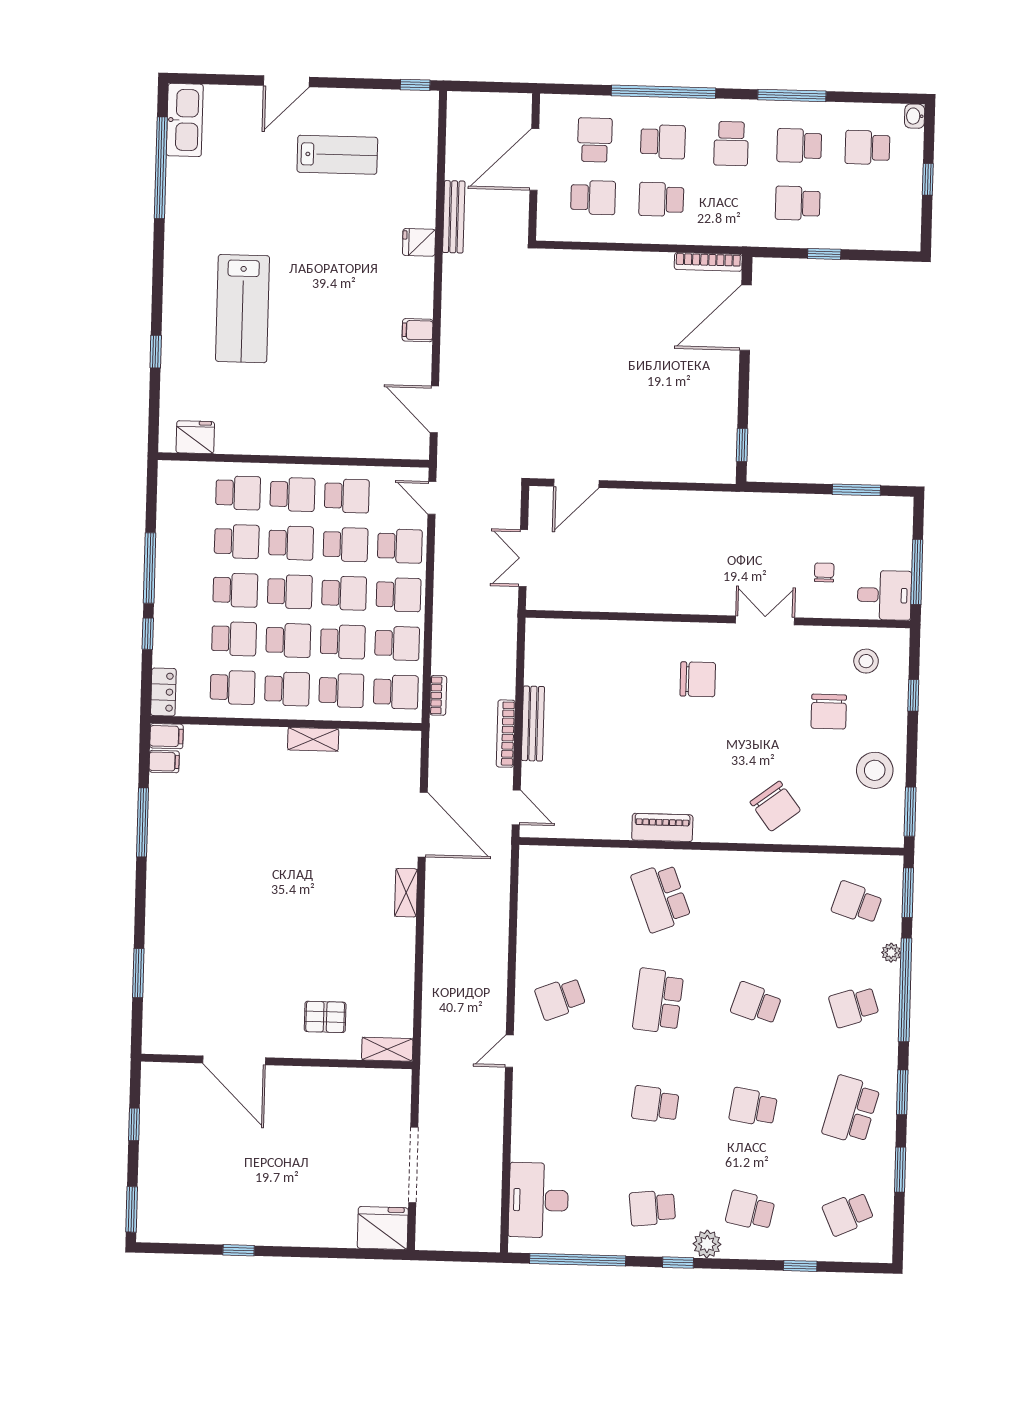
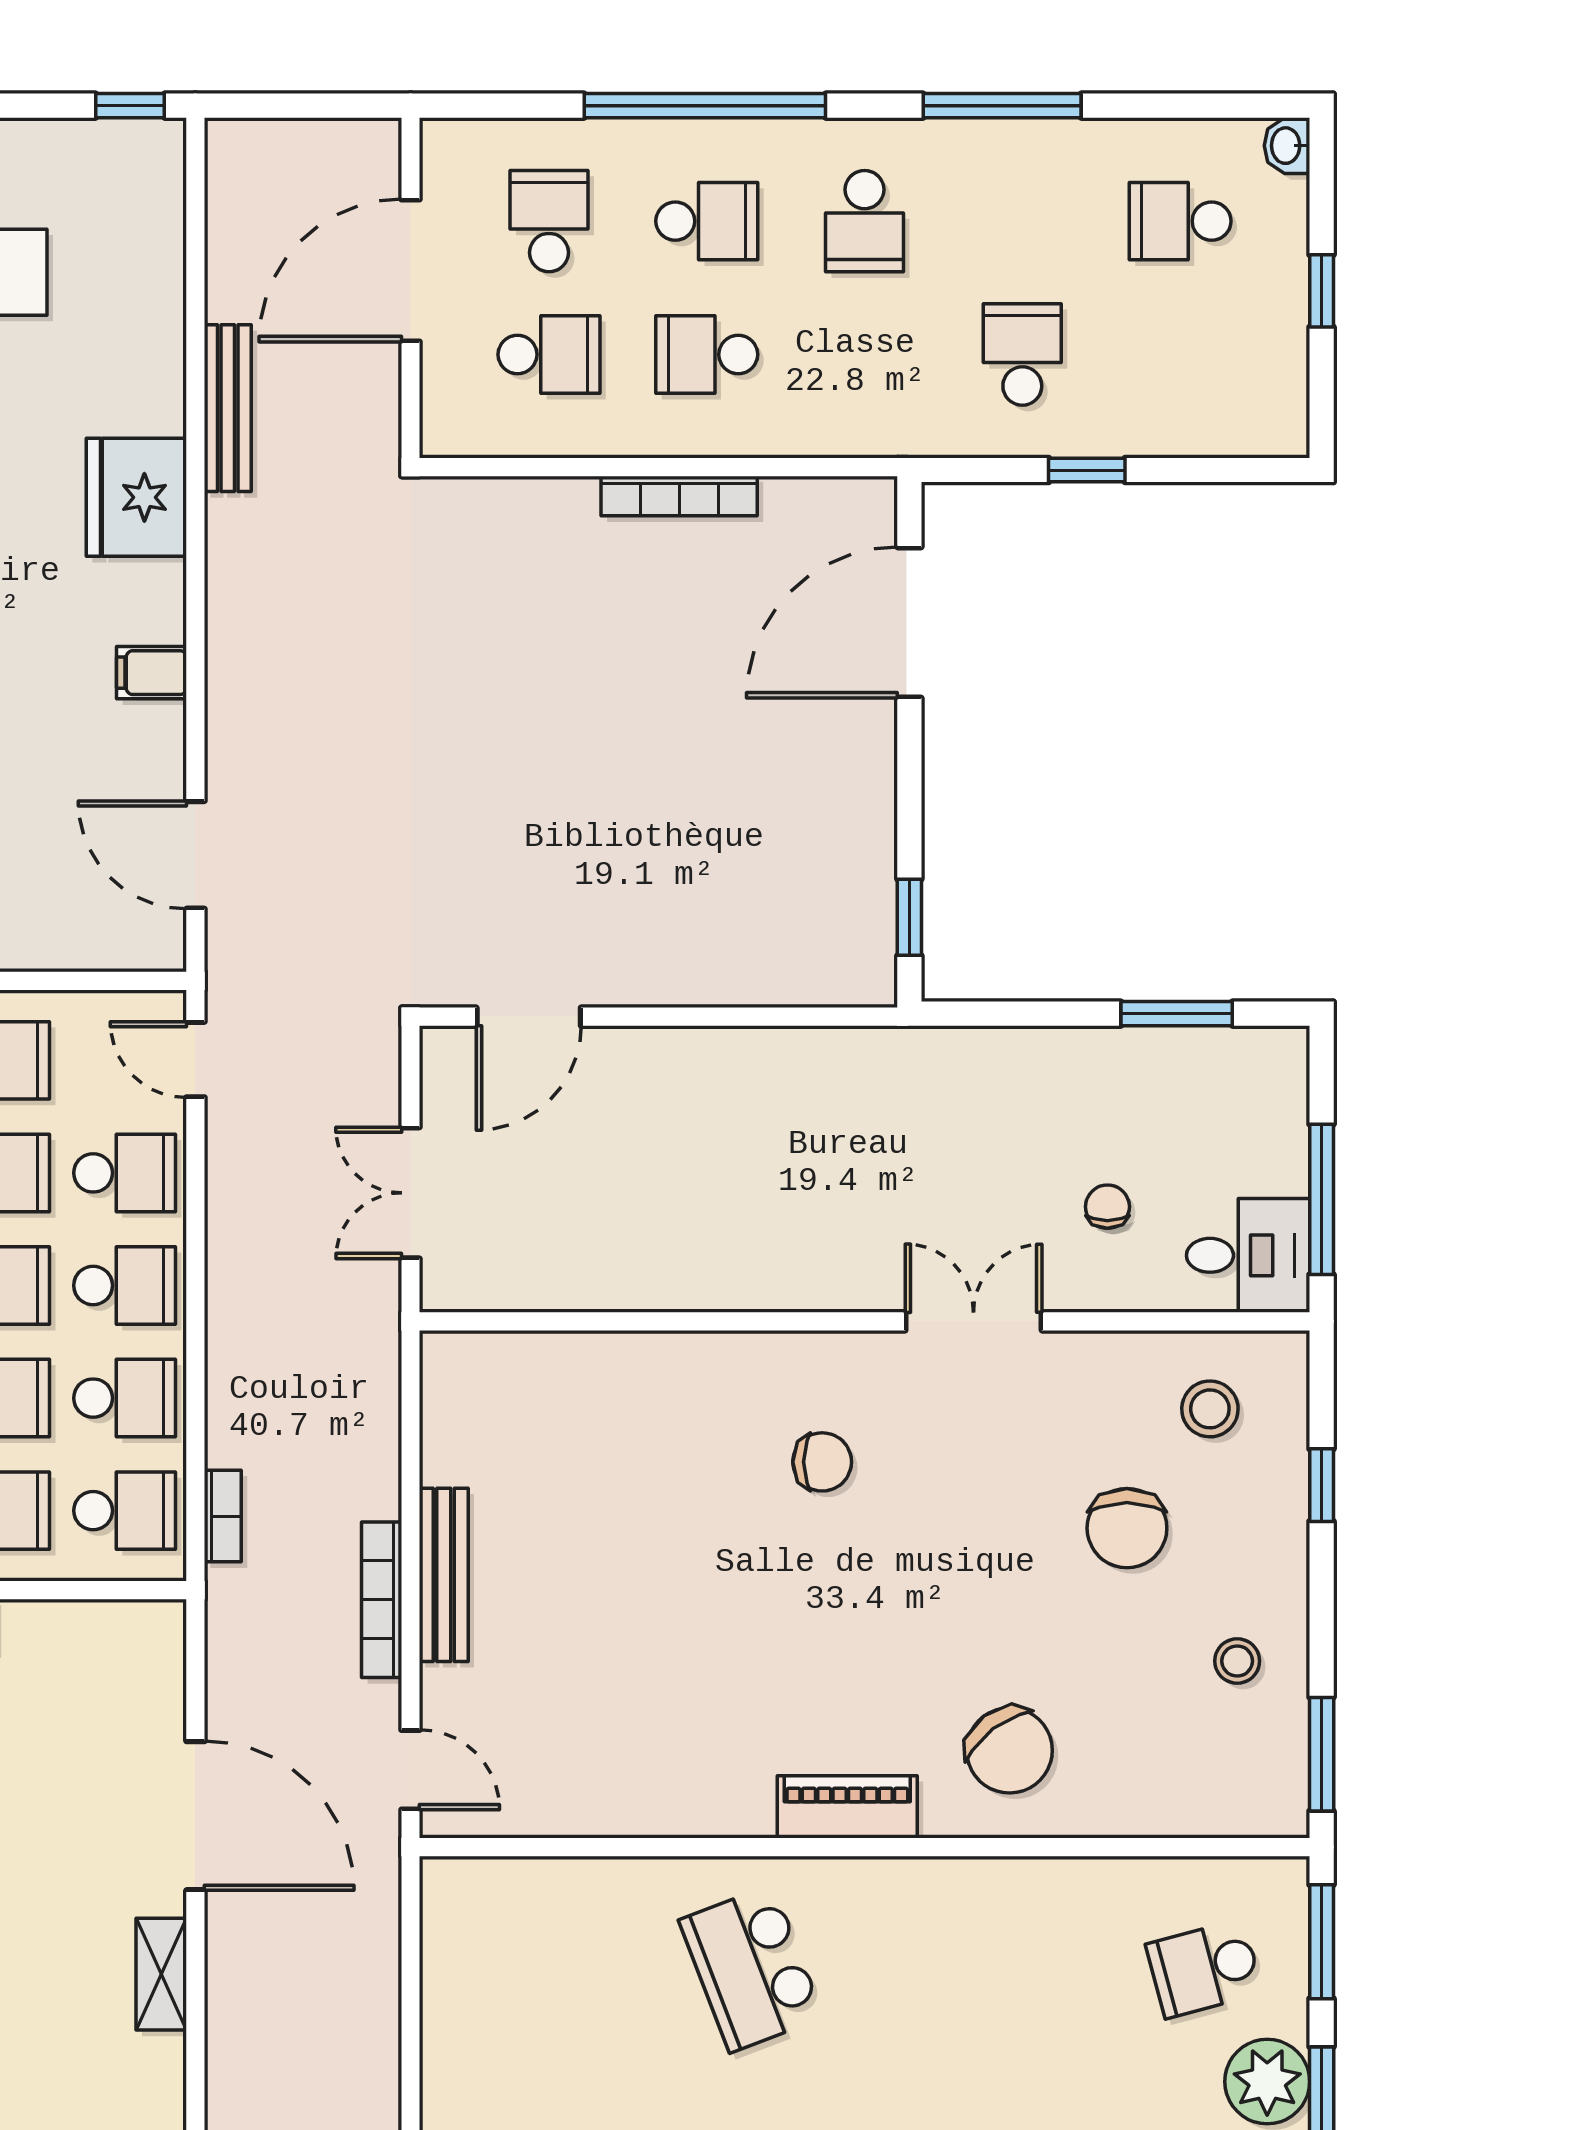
school desk: (799, 146) -> (1022, 221), removed
school desk: (798, 203) -> (1022, 355), turned 90
fridge: (419, 242) -> (136, 497), width x1.88, depth x1.34
bookcase: (708, 262) -> (679, 496), moved
chair: (698, 679) -> (822, 1462), width x0.73, depth x0.73
stool: (875, 770) -> (1237, 1661), width x0.53, depth x0.53
piano: (662, 827) -> (847, 1807), moved
school desk: (857, 903) -> (1204, 1969), turned -33
plant: (891, 953) -> (1267, 2082), width x1.88, depth x1.88

